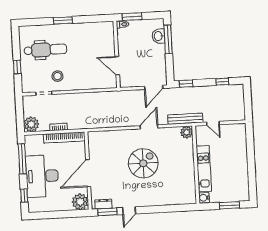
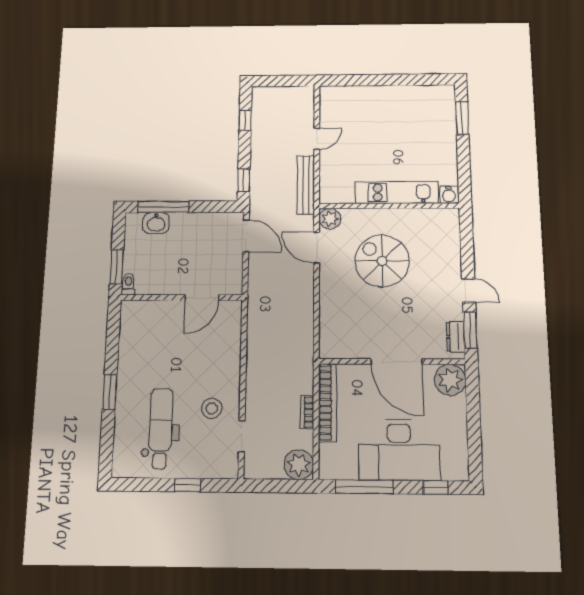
plant: (187, 132) -> (330, 219), moved
wall: (196, 165) -> (389, 206), moved
kitchen unit: (204, 169) -> (397, 192), moved
water cooler: (204, 198) -> (449, 195), moved

